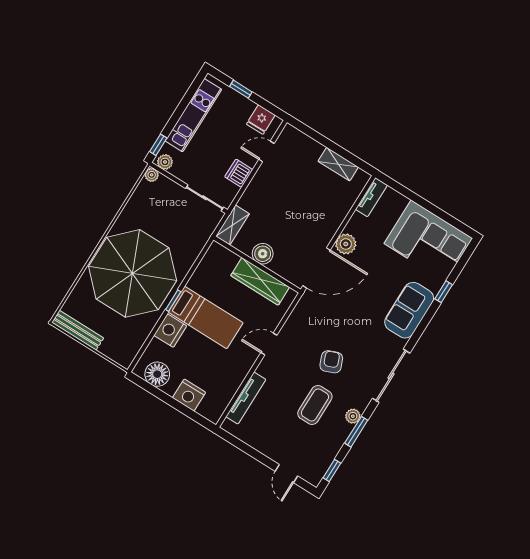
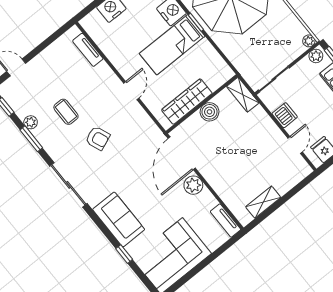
tv unit: (246, 398) -> (88, 50), width x0.71
coffee table: (315, 405) -> (66, 112), width x0.73, depth x0.77
plant: (353, 416) -> (31, 122), moved

